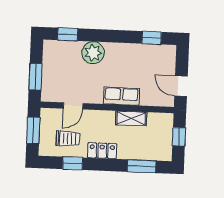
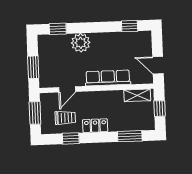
row of seats: (121, 96) -> (108, 78), width x1.48
shelving: (131, 118) -> (137, 95), moved

